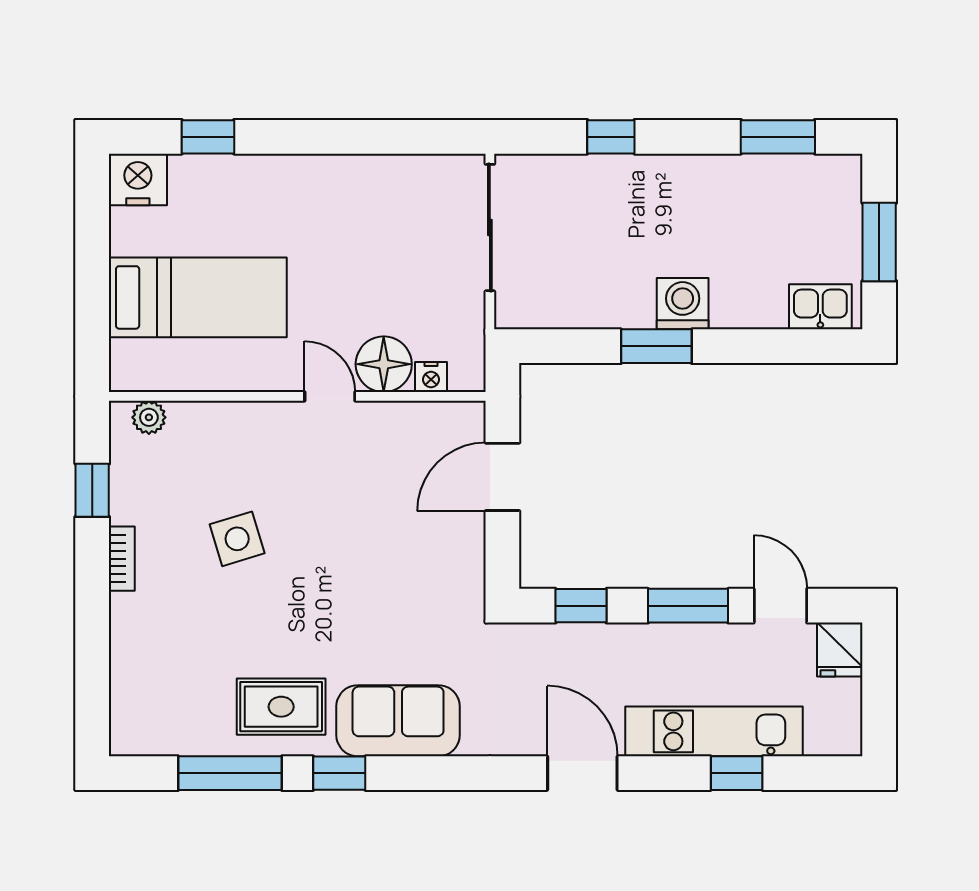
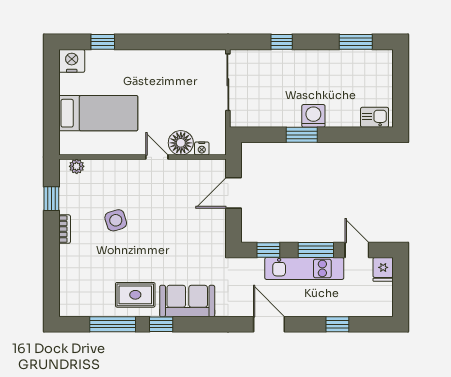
window: (879, 242) -> (401, 89), removed
kitchen unit: (714, 731) -> (304, 268), moved, turned 180

